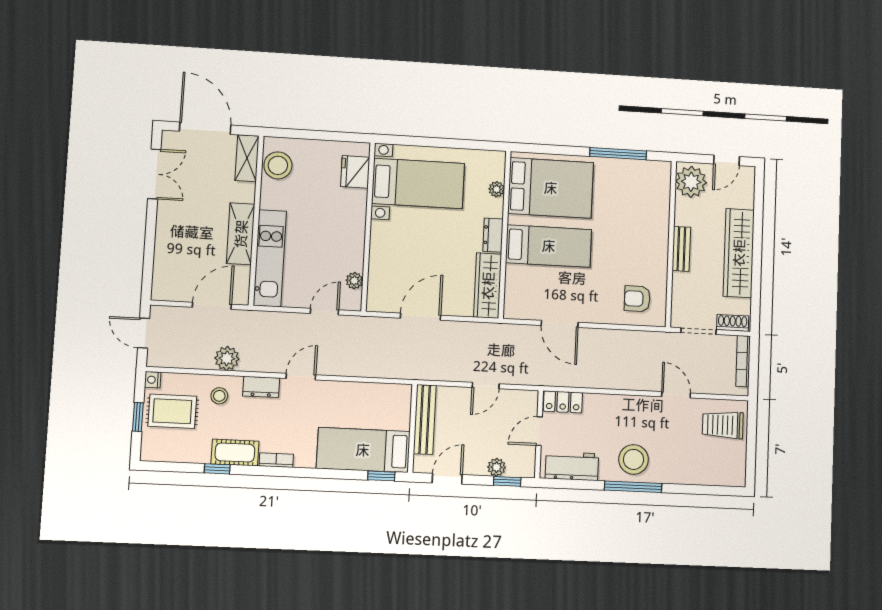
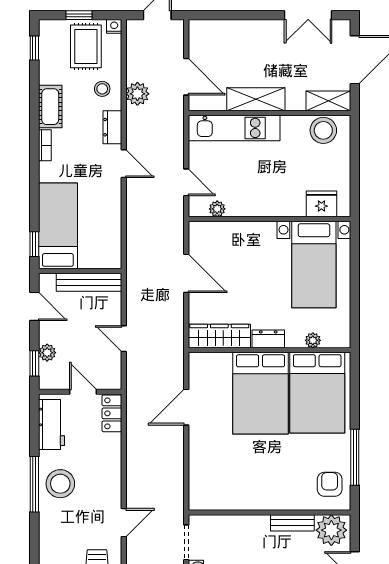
bed: (549, 246) -> (261, 393), width x1.50
bench: (681, 249) -> (292, 523), moved
armchair: (637, 299) -> (330, 484), moved
window: (217, 469) -> (34, 48), moved

